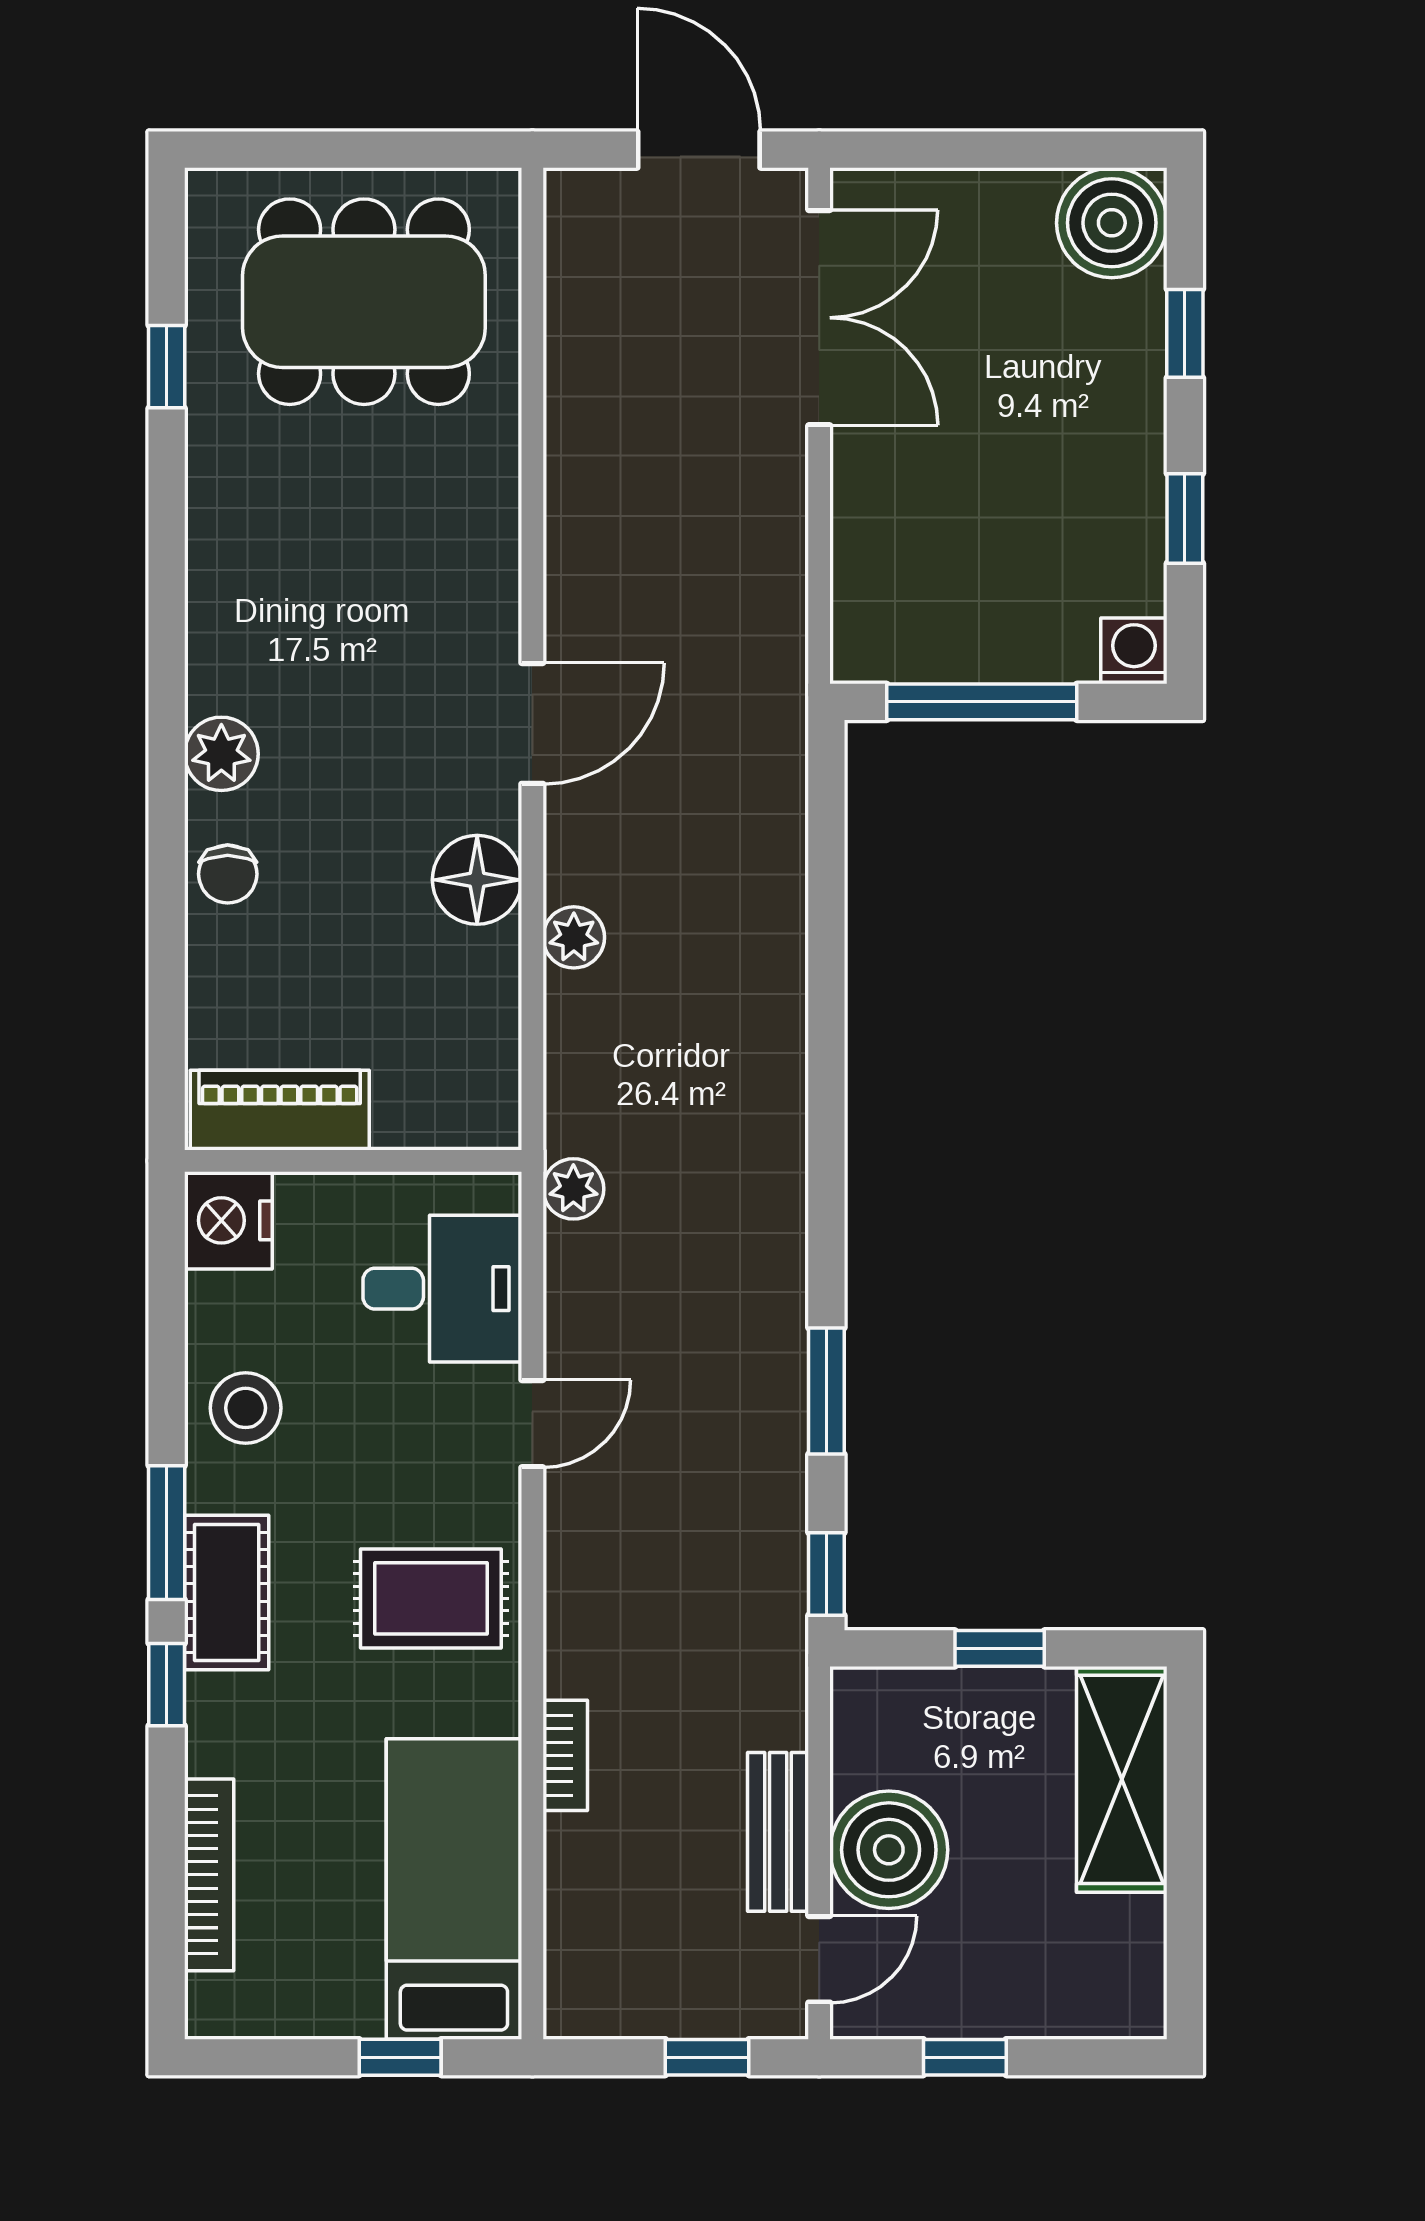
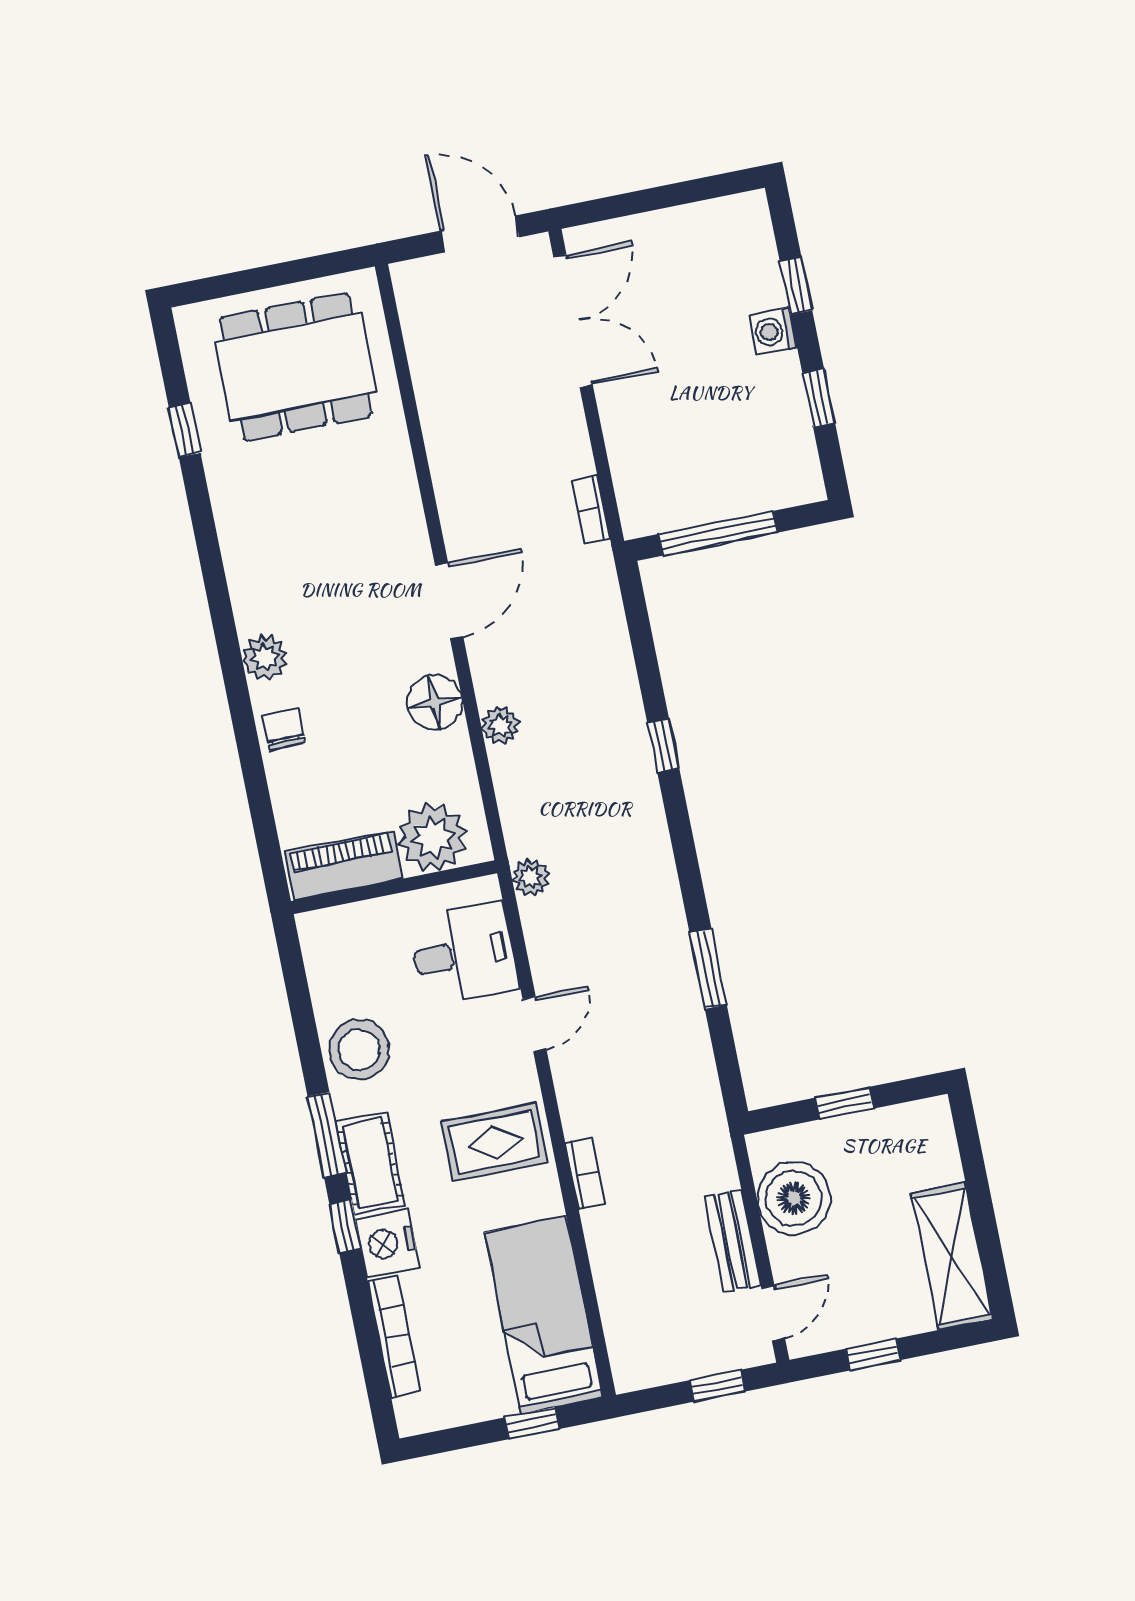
boiler: (1112, 223) -> (738, 228), removed
bookcase: (787, 623) -> (591, 510), added
washing machine: (1134, 651) -> (773, 331), moved, turned -90
chair: (228, 874) -> (283, 729), turned 180
plant: (431, 1094) -> (433, 837), added
nightstand: (228, 1220) -> (387, 1243), moved
stool: (246, 1408) -> (359, 1050), width x1.38, depth x1.38
window: (826, 1574) -> (663, 745), moved
bookcase: (565, 1755) -> (585, 1174), moved
shelving: (1122, 1779) -> (952, 1256), moved
boiler: (889, 1850) -> (794, 1198), moved

